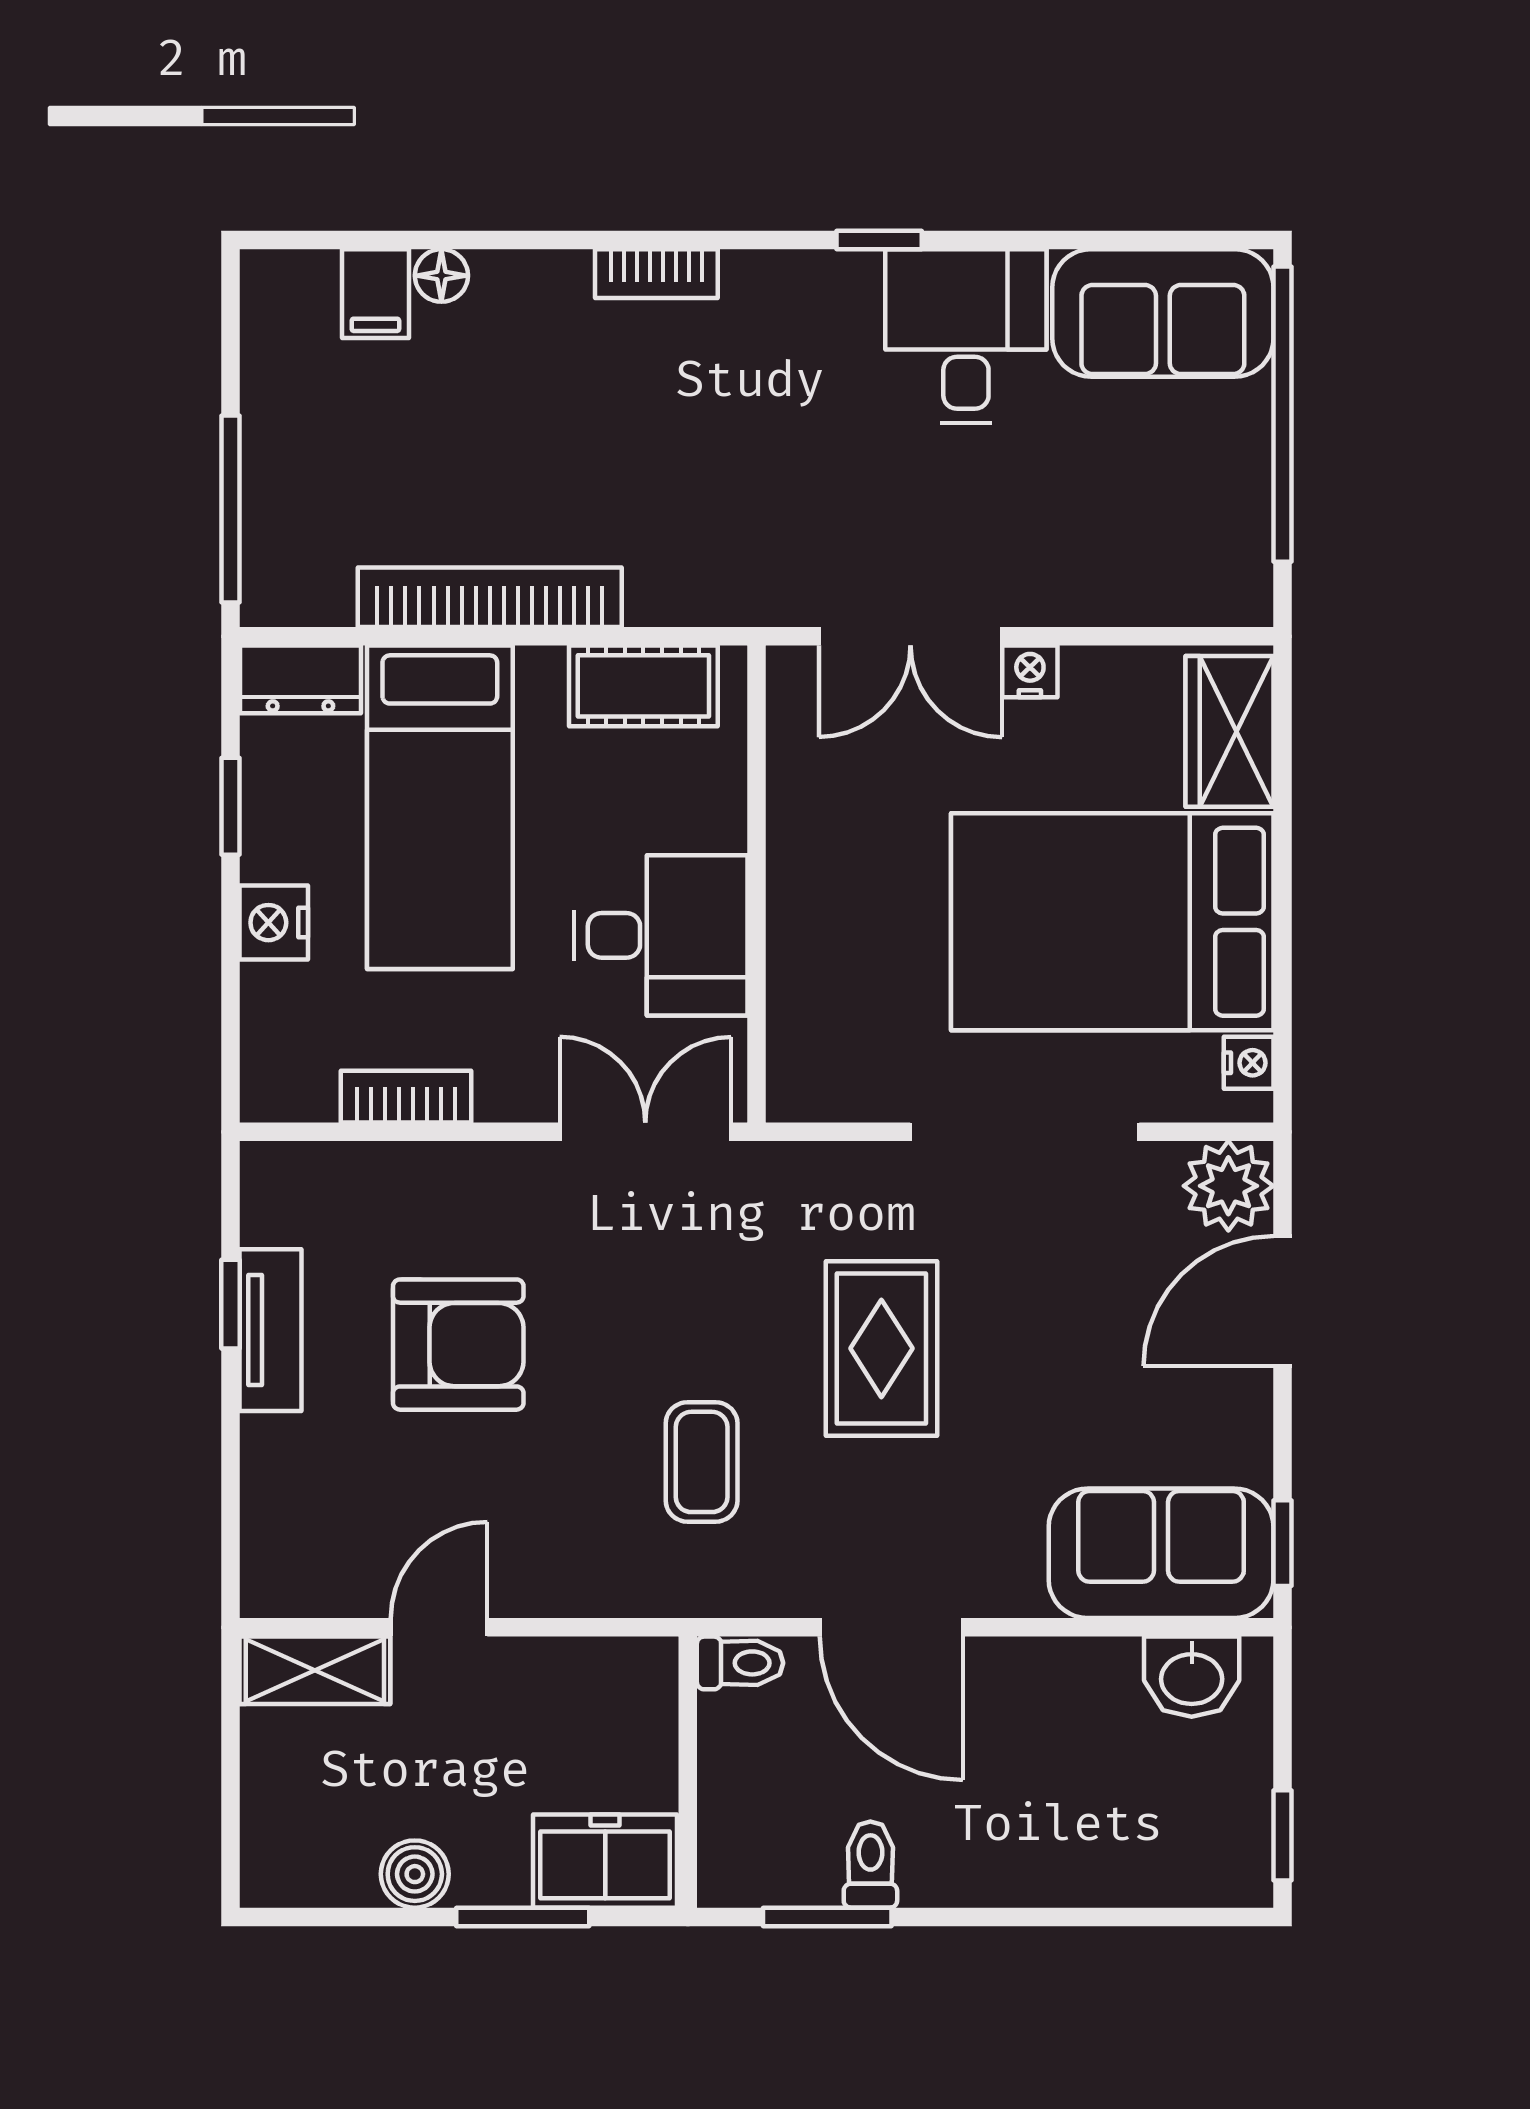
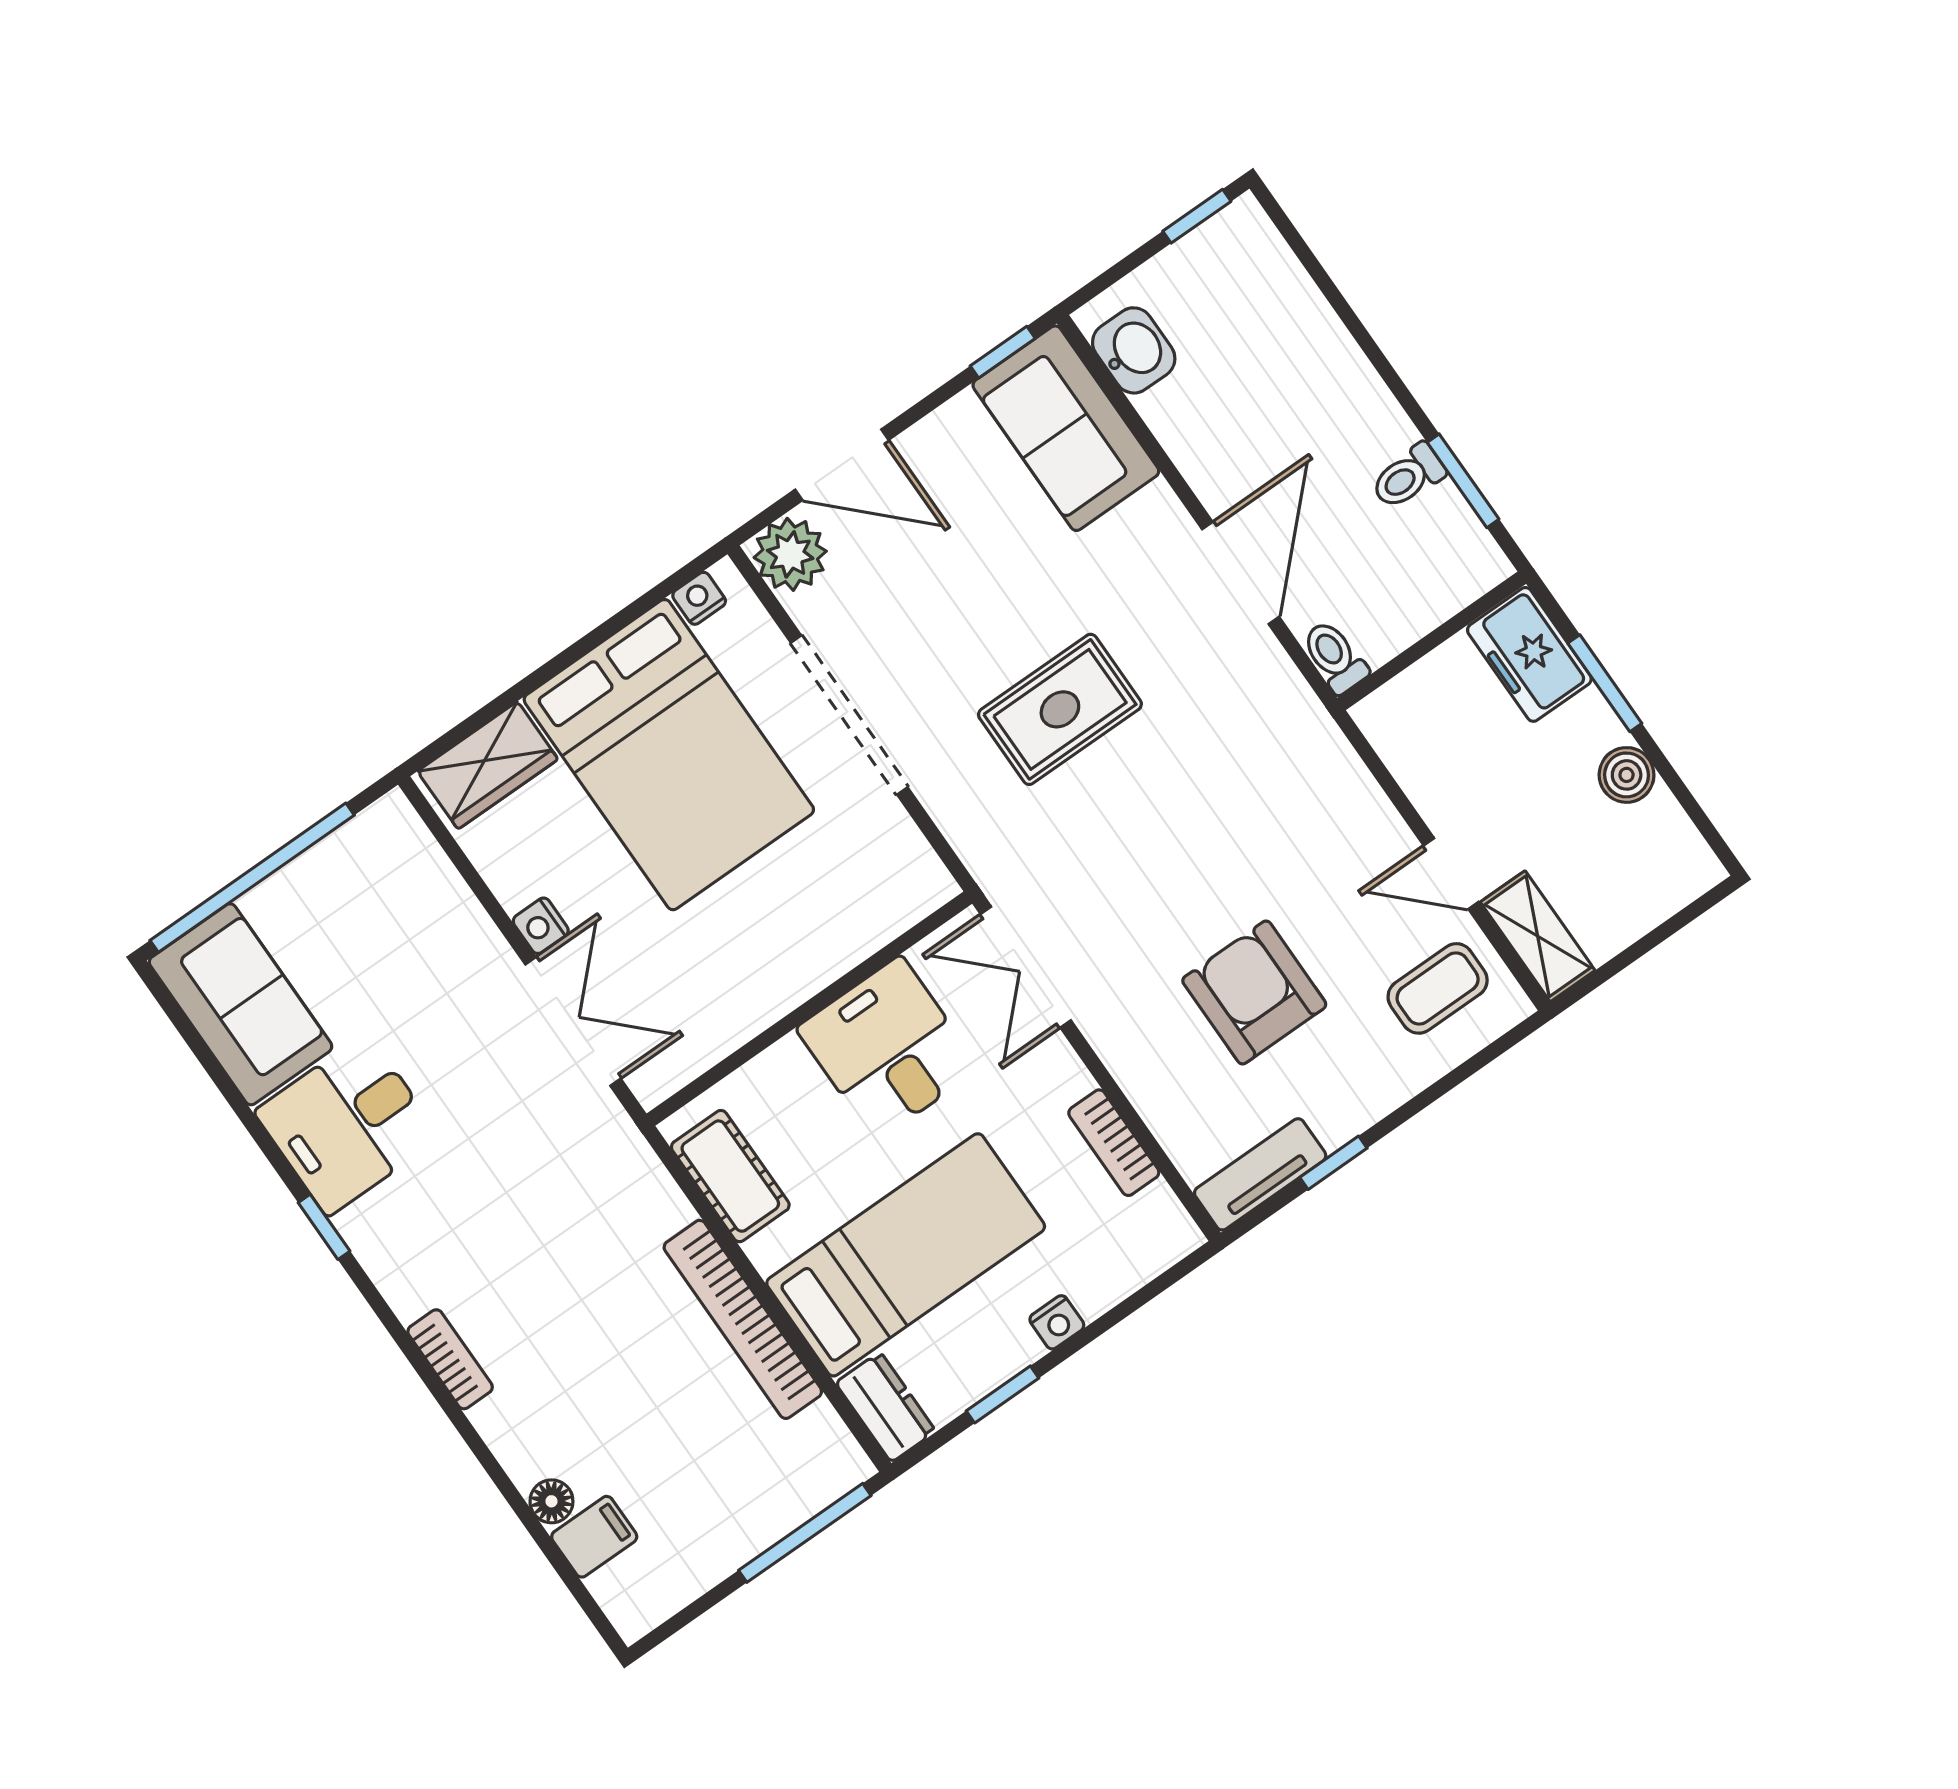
nightstand: (274, 923) -> (1057, 1322), width x0.72, depth x0.74
tv unit: (271, 1330) -> (1260, 1174), moved
coffee table: (702, 1462) -> (1438, 988), moved

